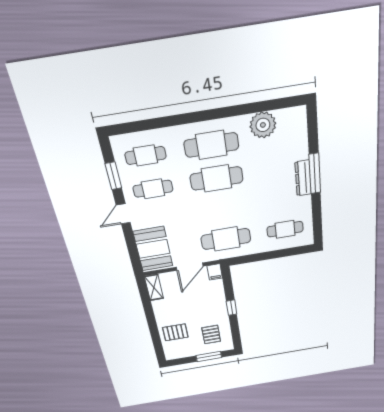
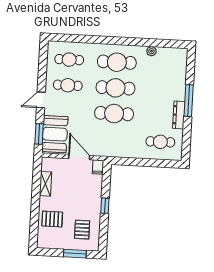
plant: (263, 125) -> (151, 51), width x0.53, depth x0.53
window: (113, 176) -> (39, 134), moved
dresser: (303, 178) -> (179, 115), moved
cafe table: (226, 239) -> (114, 114), moved
door: (190, 267) -> (79, 157), swing flipped
shelving: (154, 287) -> (45, 184), moved

